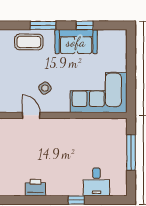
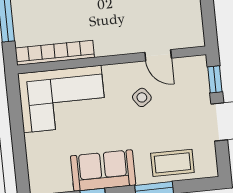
bookcase: (101, 124) -> (55, 53), added

